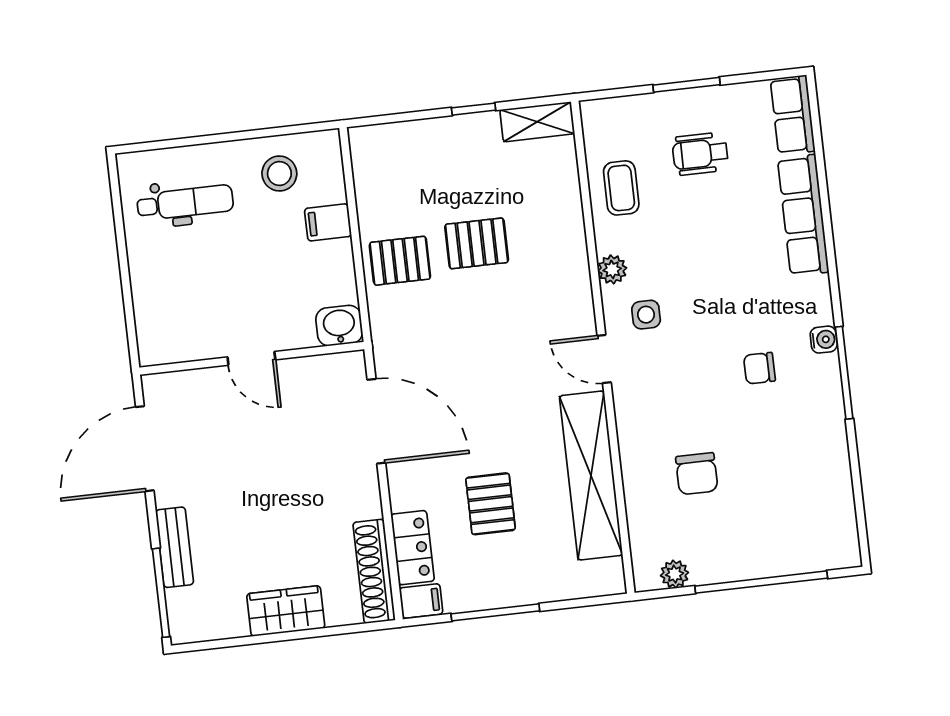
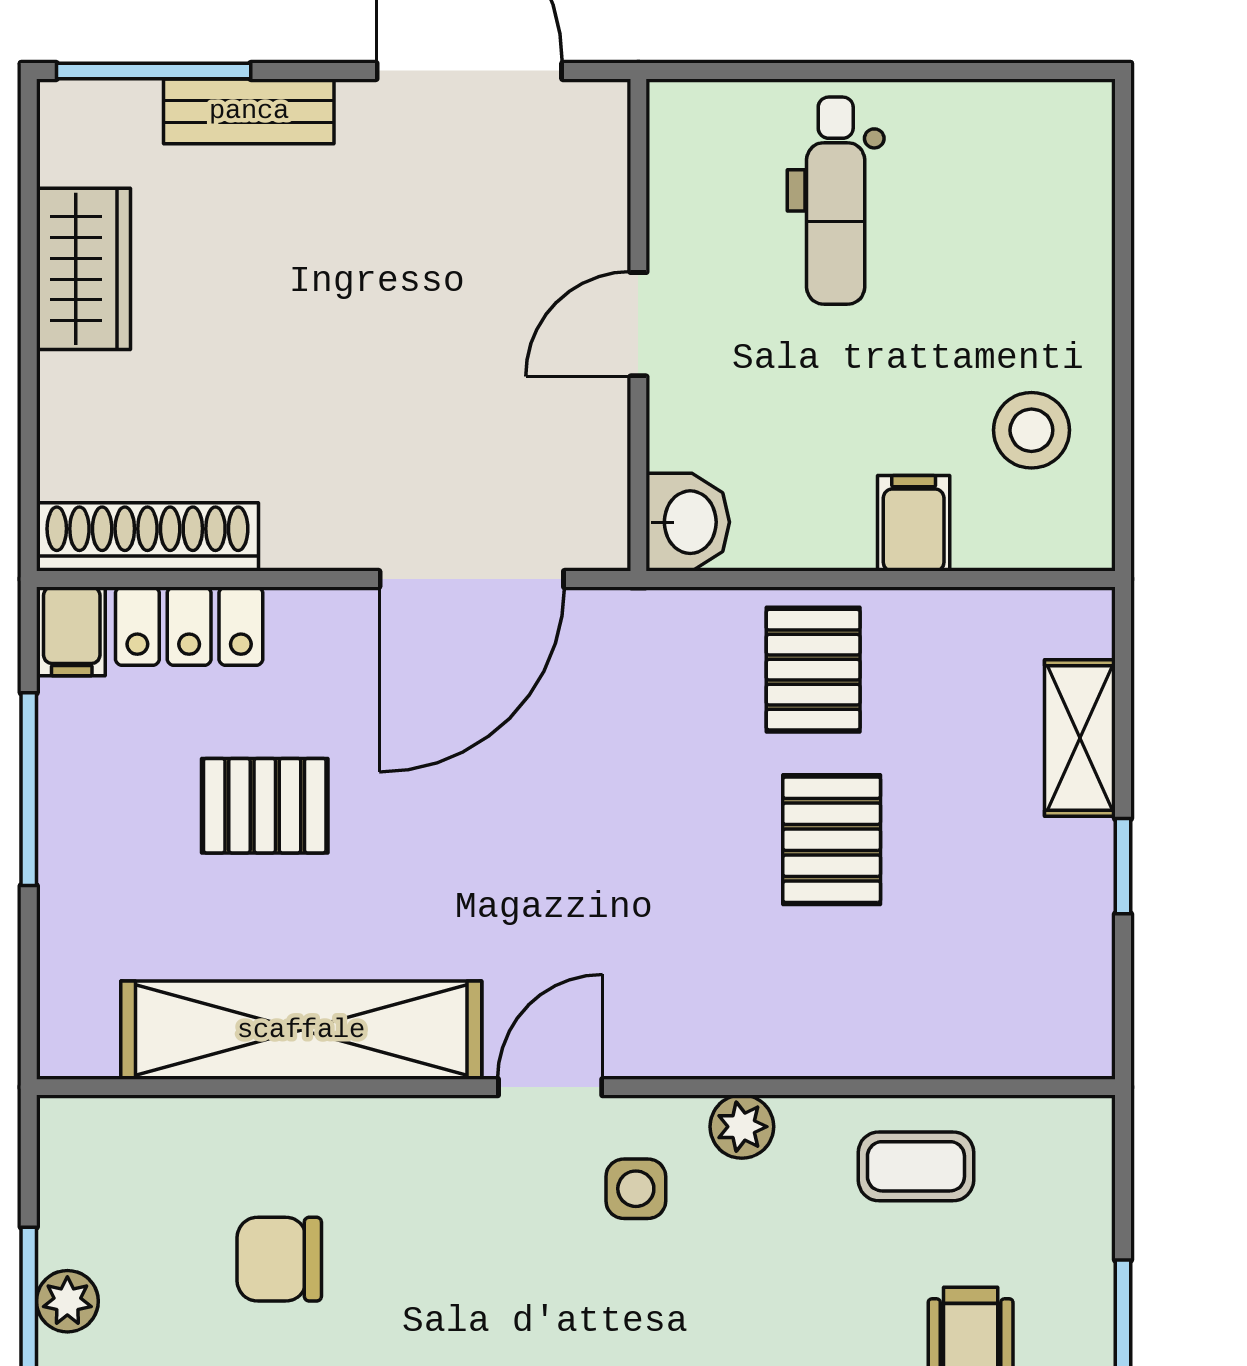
shelving: (537, 122) -> (1080, 738), moved
dental chair: (185, 203) -> (836, 201), moved
plant: (675, 574) -> (67, 1301), moved
wardrobe: (286, 611) -> (83, 269), moved

